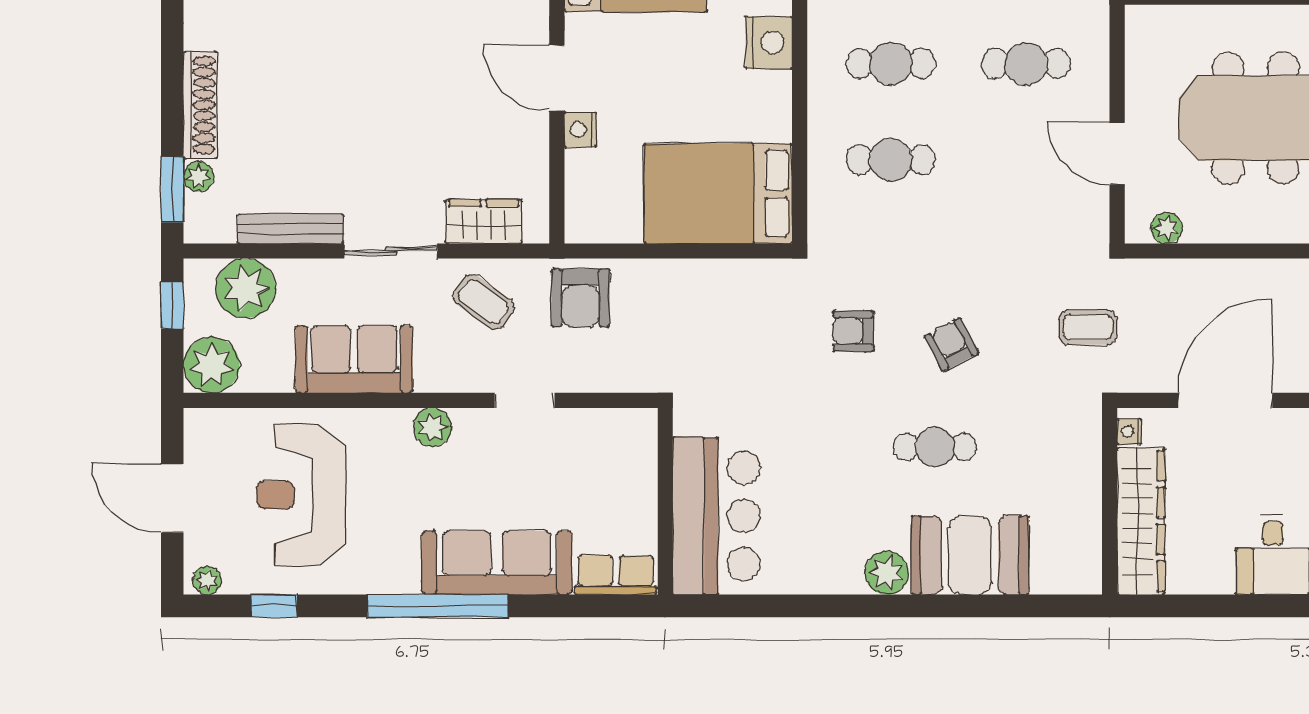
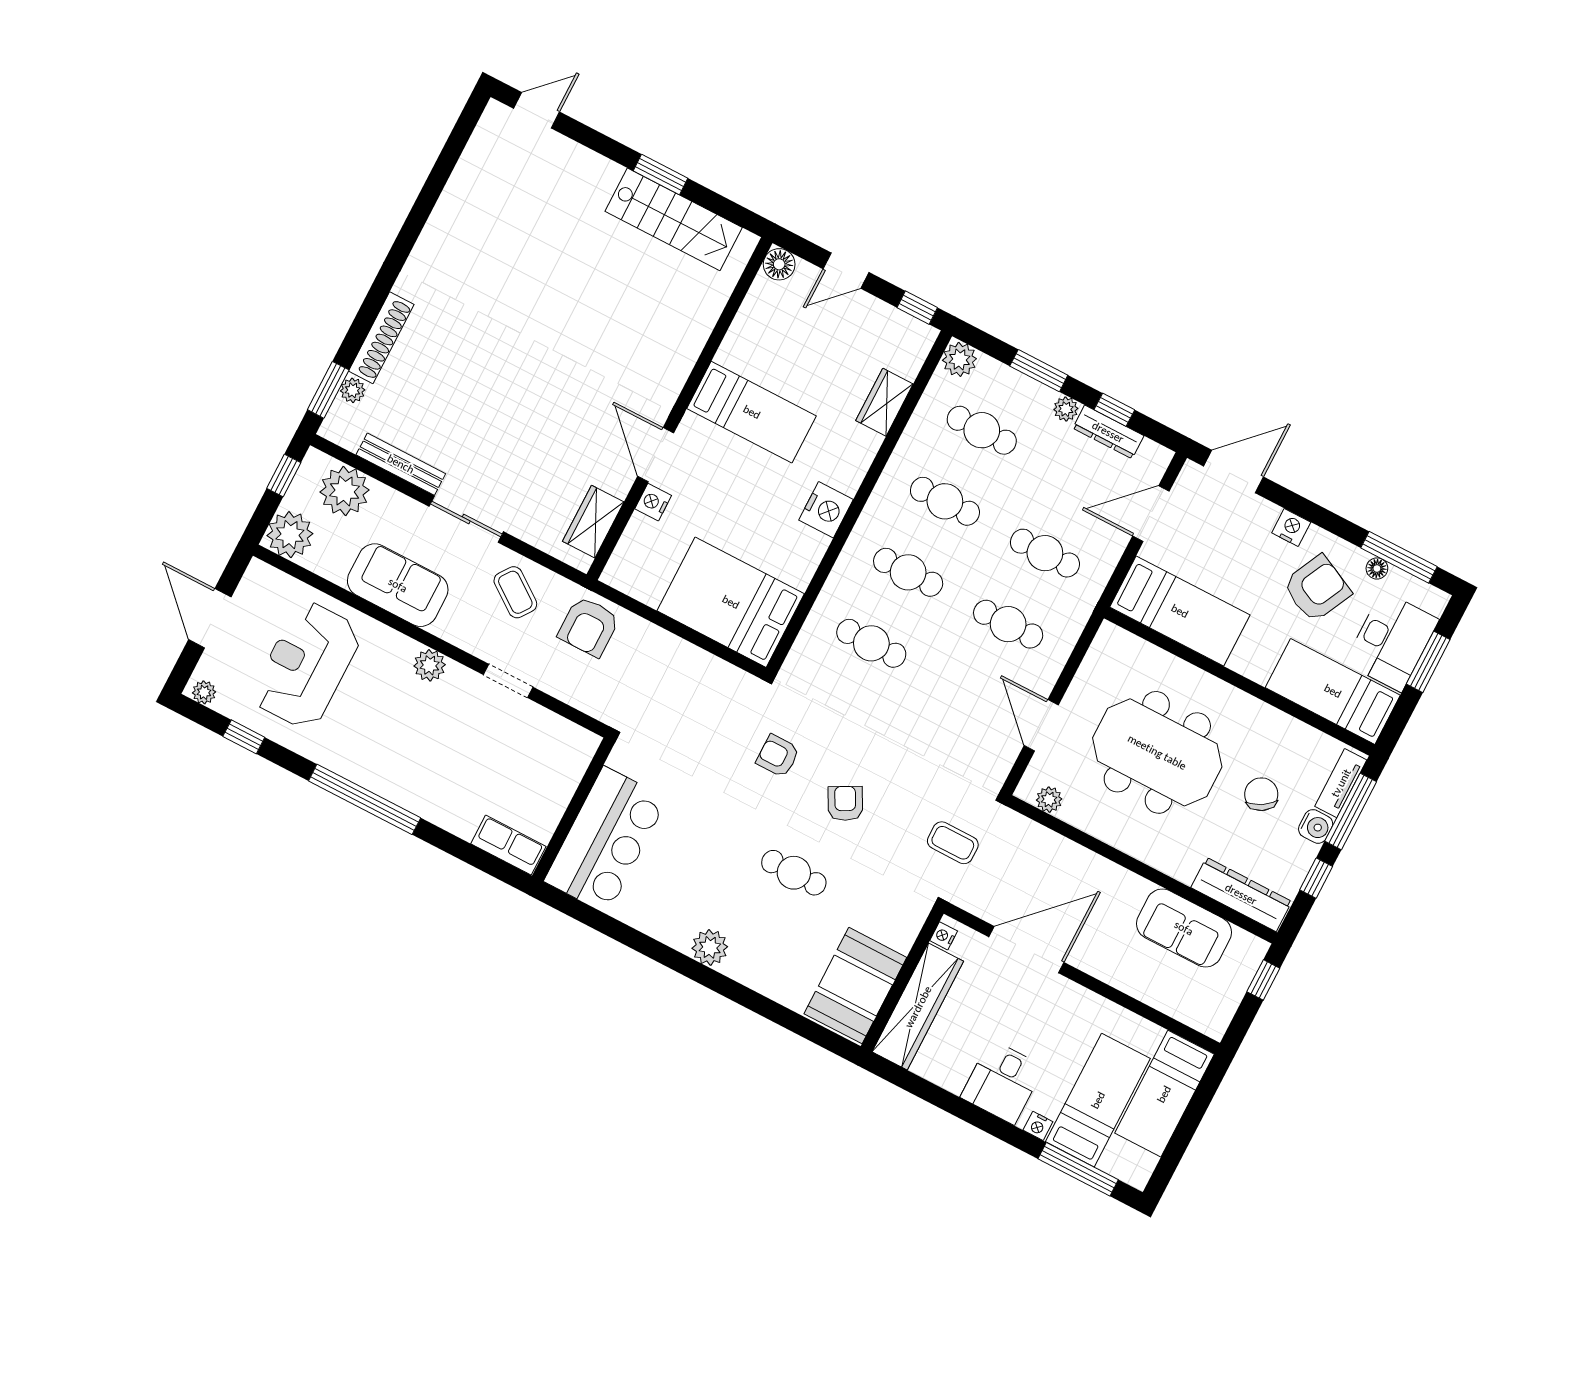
wardrobe: (484, 222) -> (593, 522), moved, turned -90
booth: (970, 555) -> (855, 986), moved, turned 90
sofa: (497, 563) -> (425, 790), removed

